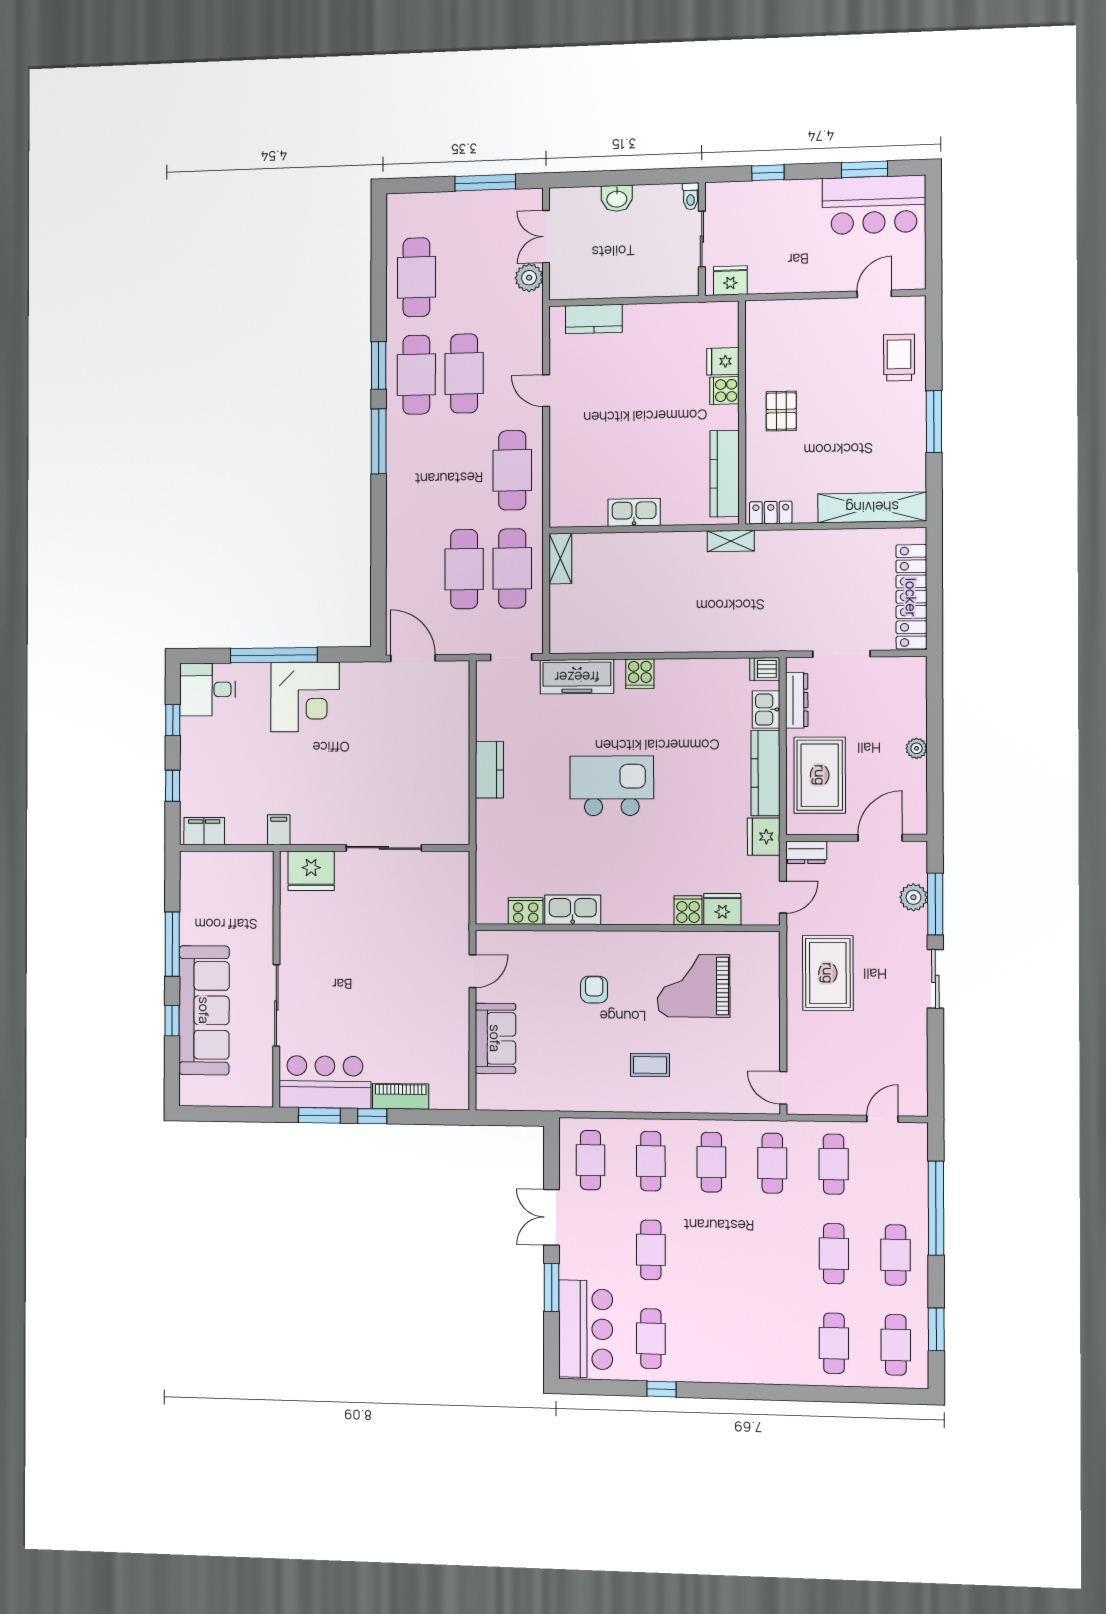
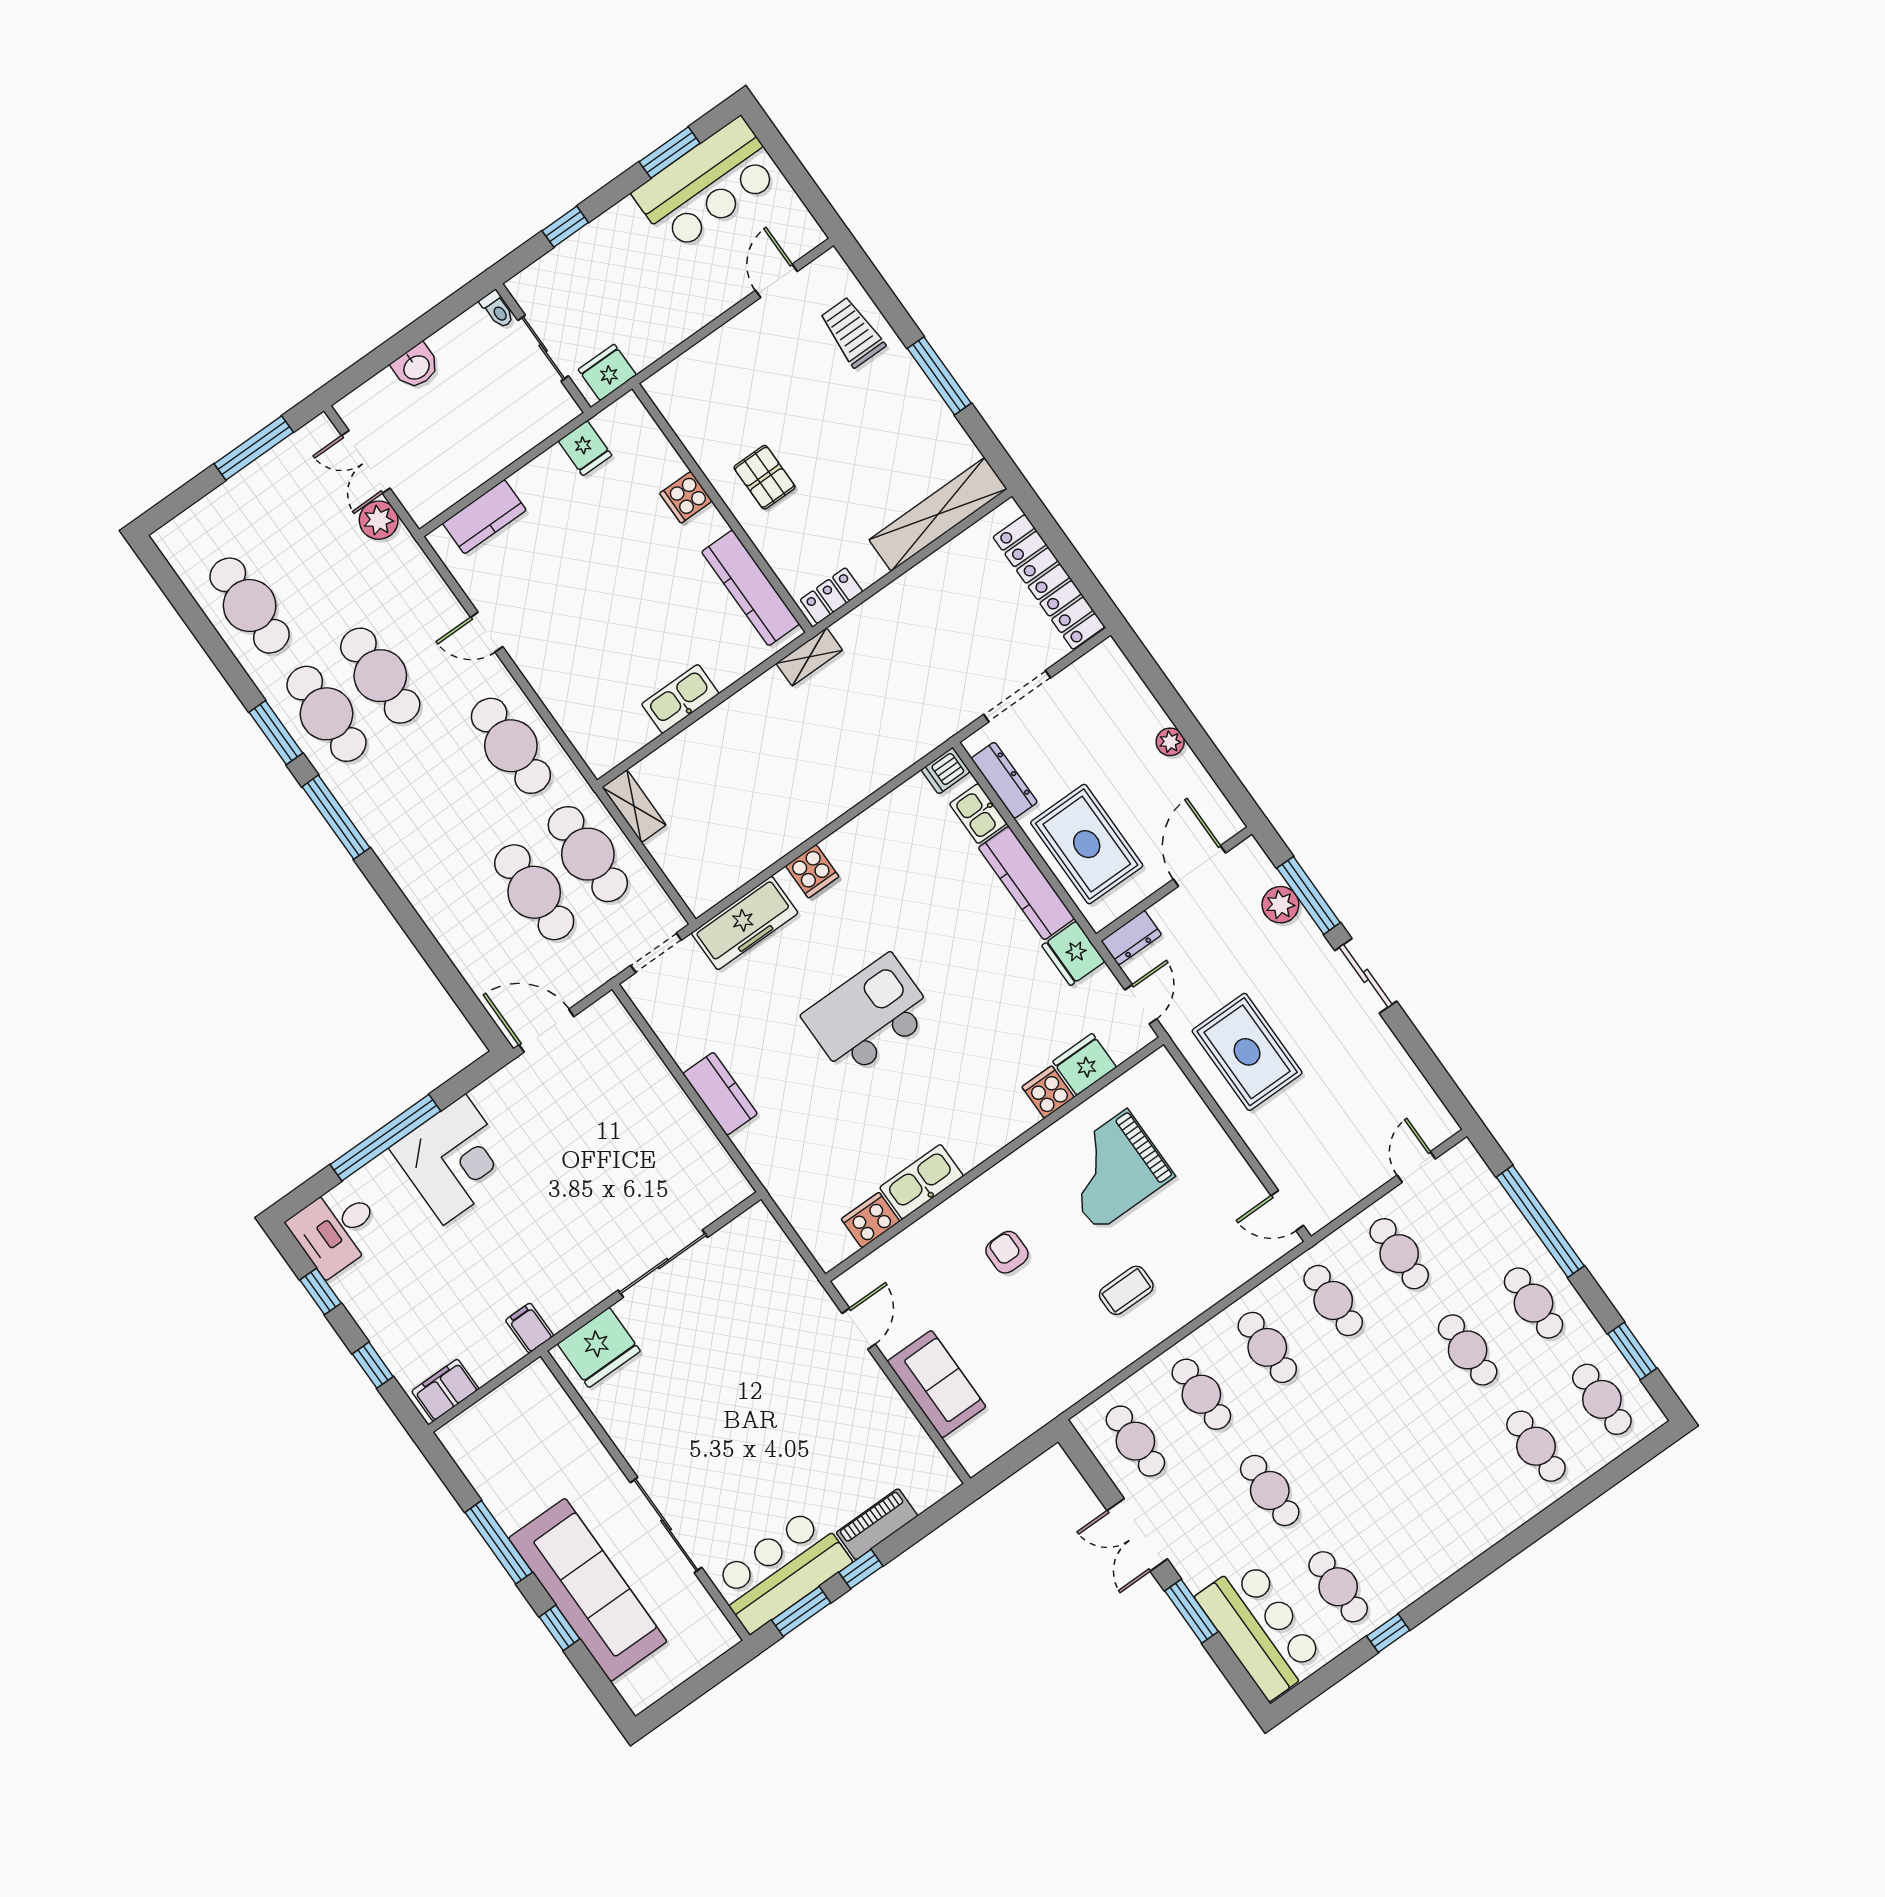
fridge: (723, 361) -> (585, 448), moved, turned -90

